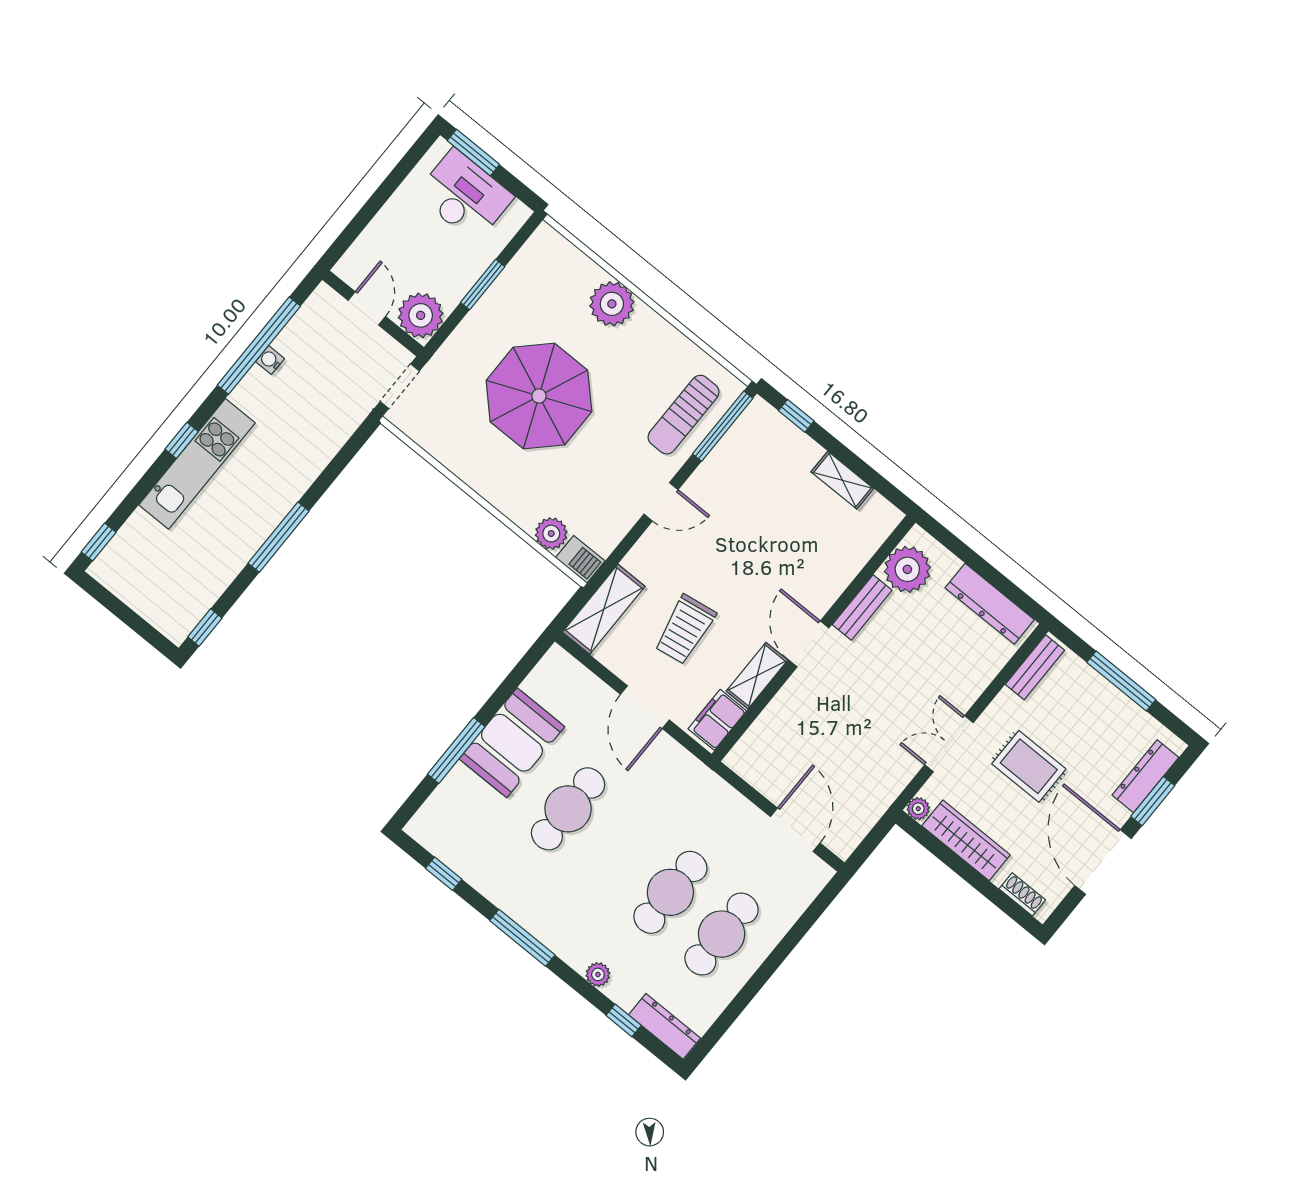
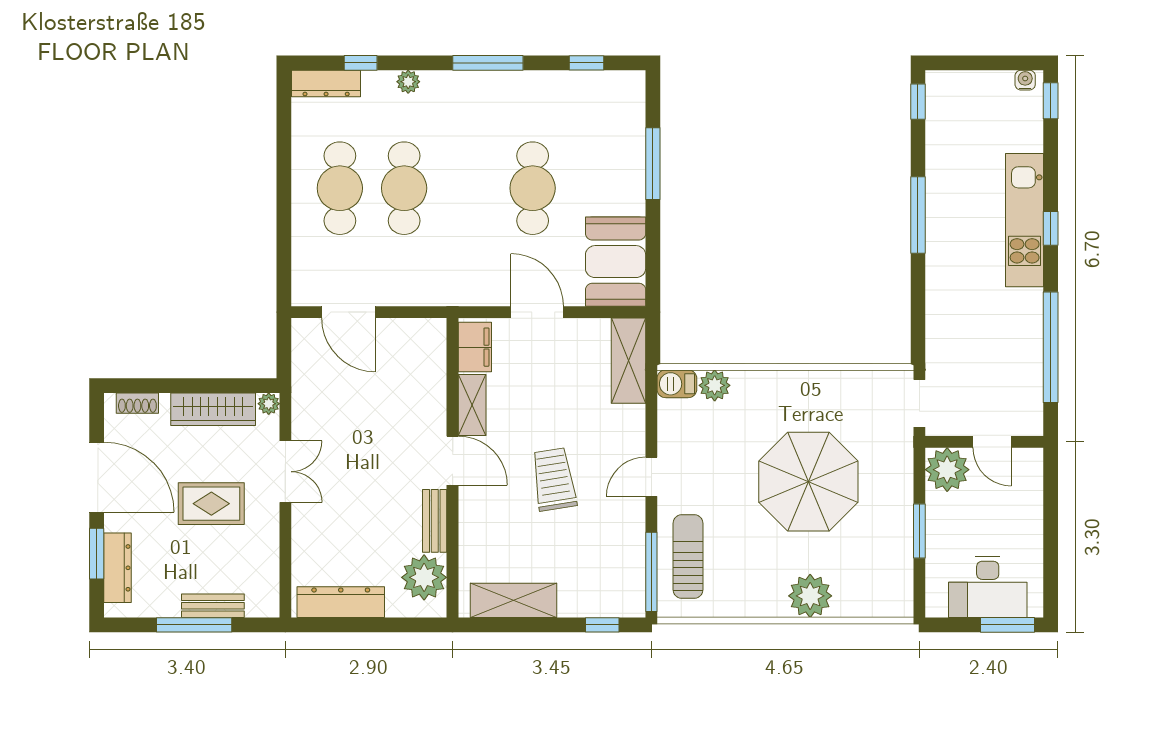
water cooler: (270, 360) -> (1025, 80), moved, turned -90
shelving: (842, 480) -> (514, 600), width x1.50, depth x1.33
trolley: (685, 629) -> (554, 479), moved
bench: (1035, 667) -> (213, 606), moved, turned 90
booth: (512, 743) -> (616, 262), moved

